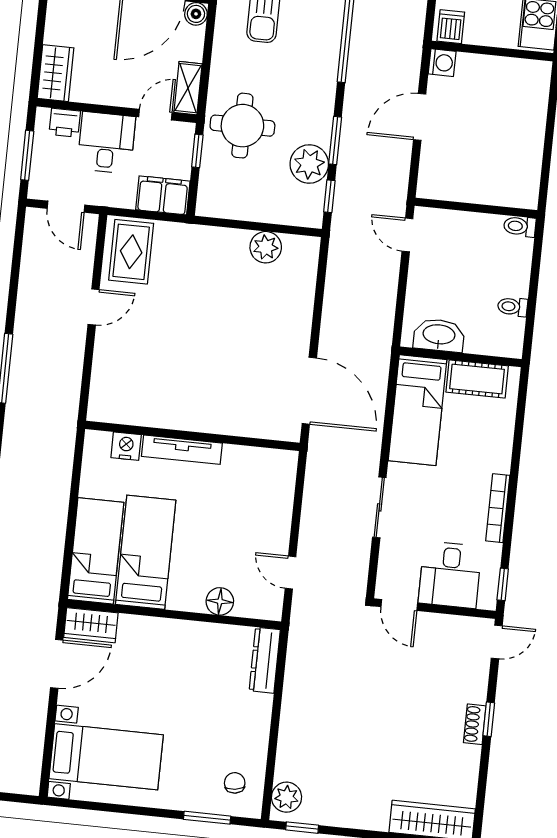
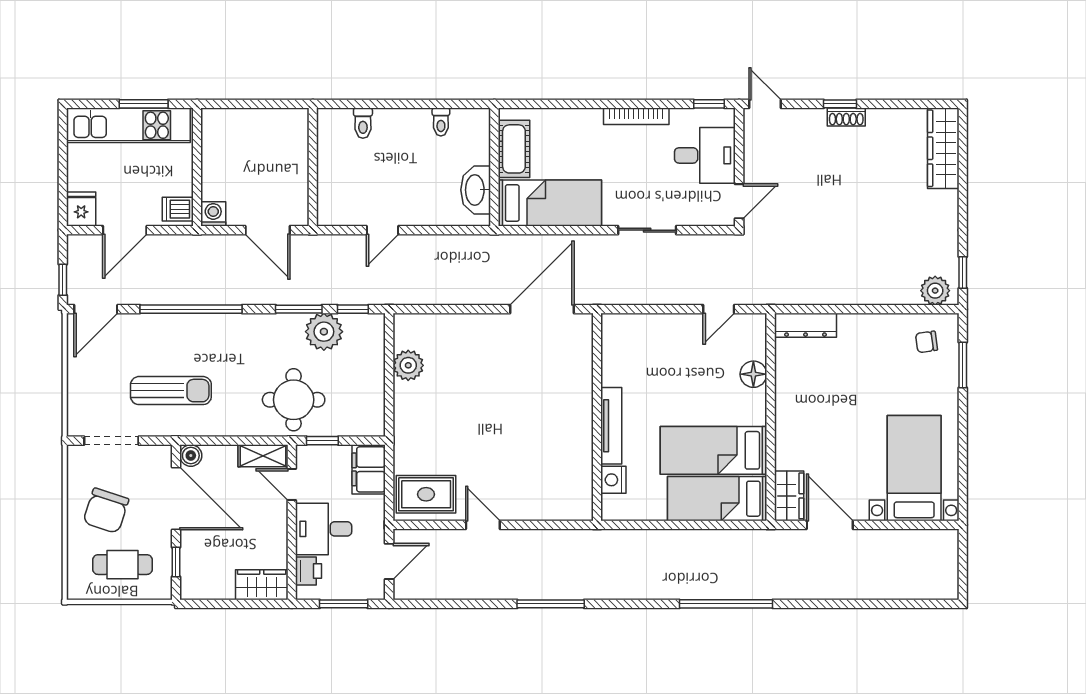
wall: (476, 208) -> (313, 167), moved

